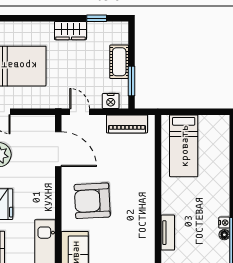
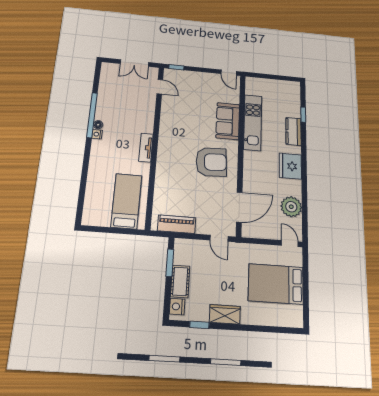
nightstand: (111, 101) -> (177, 307), moved, turned -90
door: (58, 149) -> (239, 207), swing flipped
tv unit: (168, 233) -> (146, 148), moved

